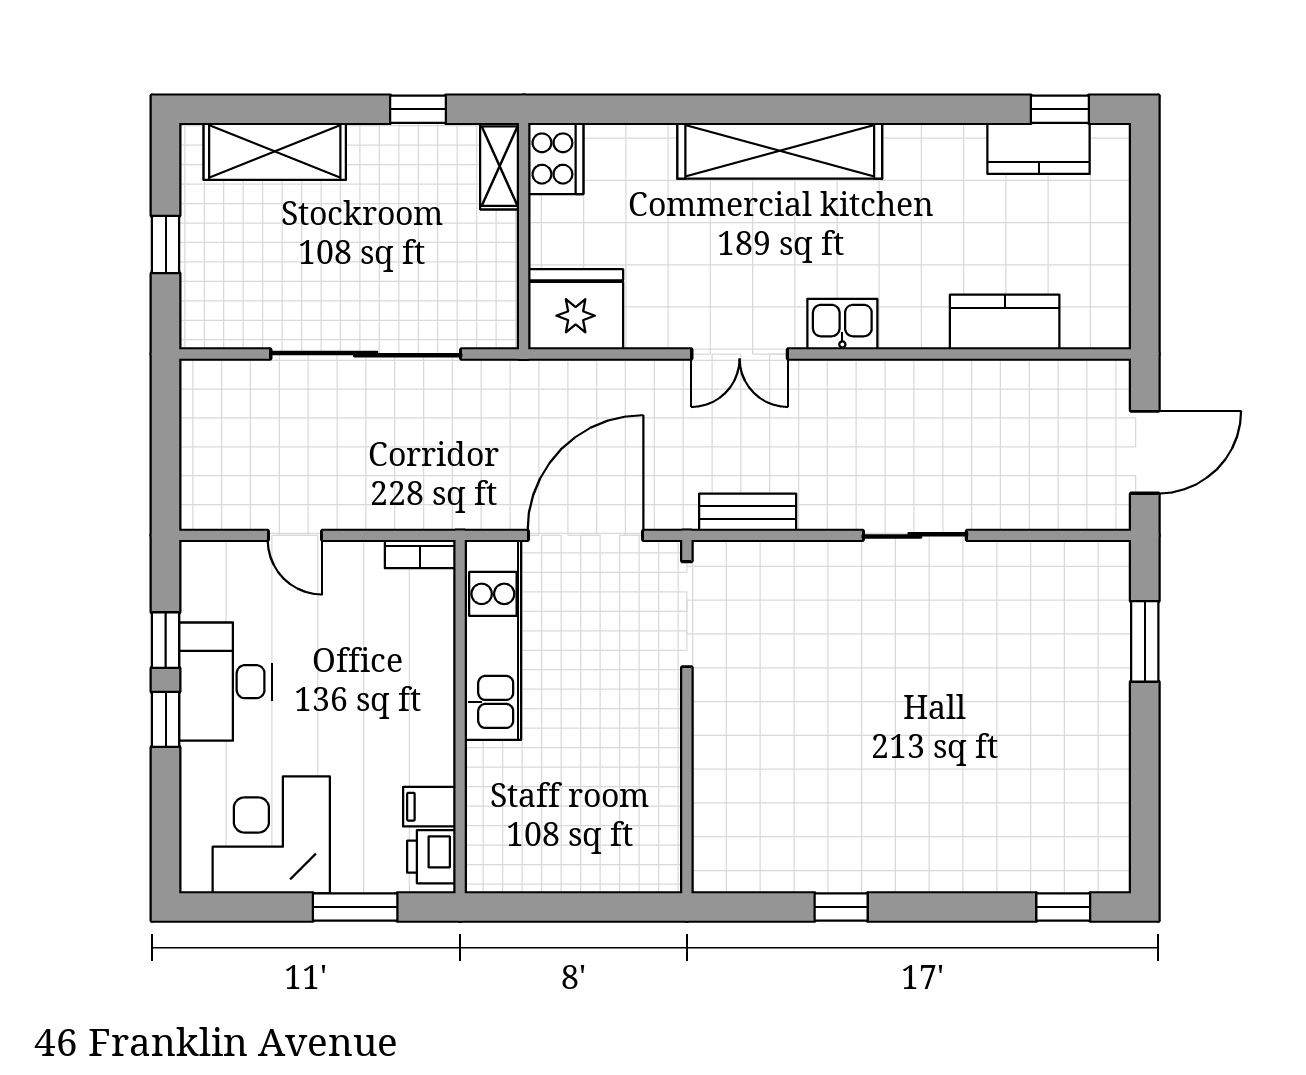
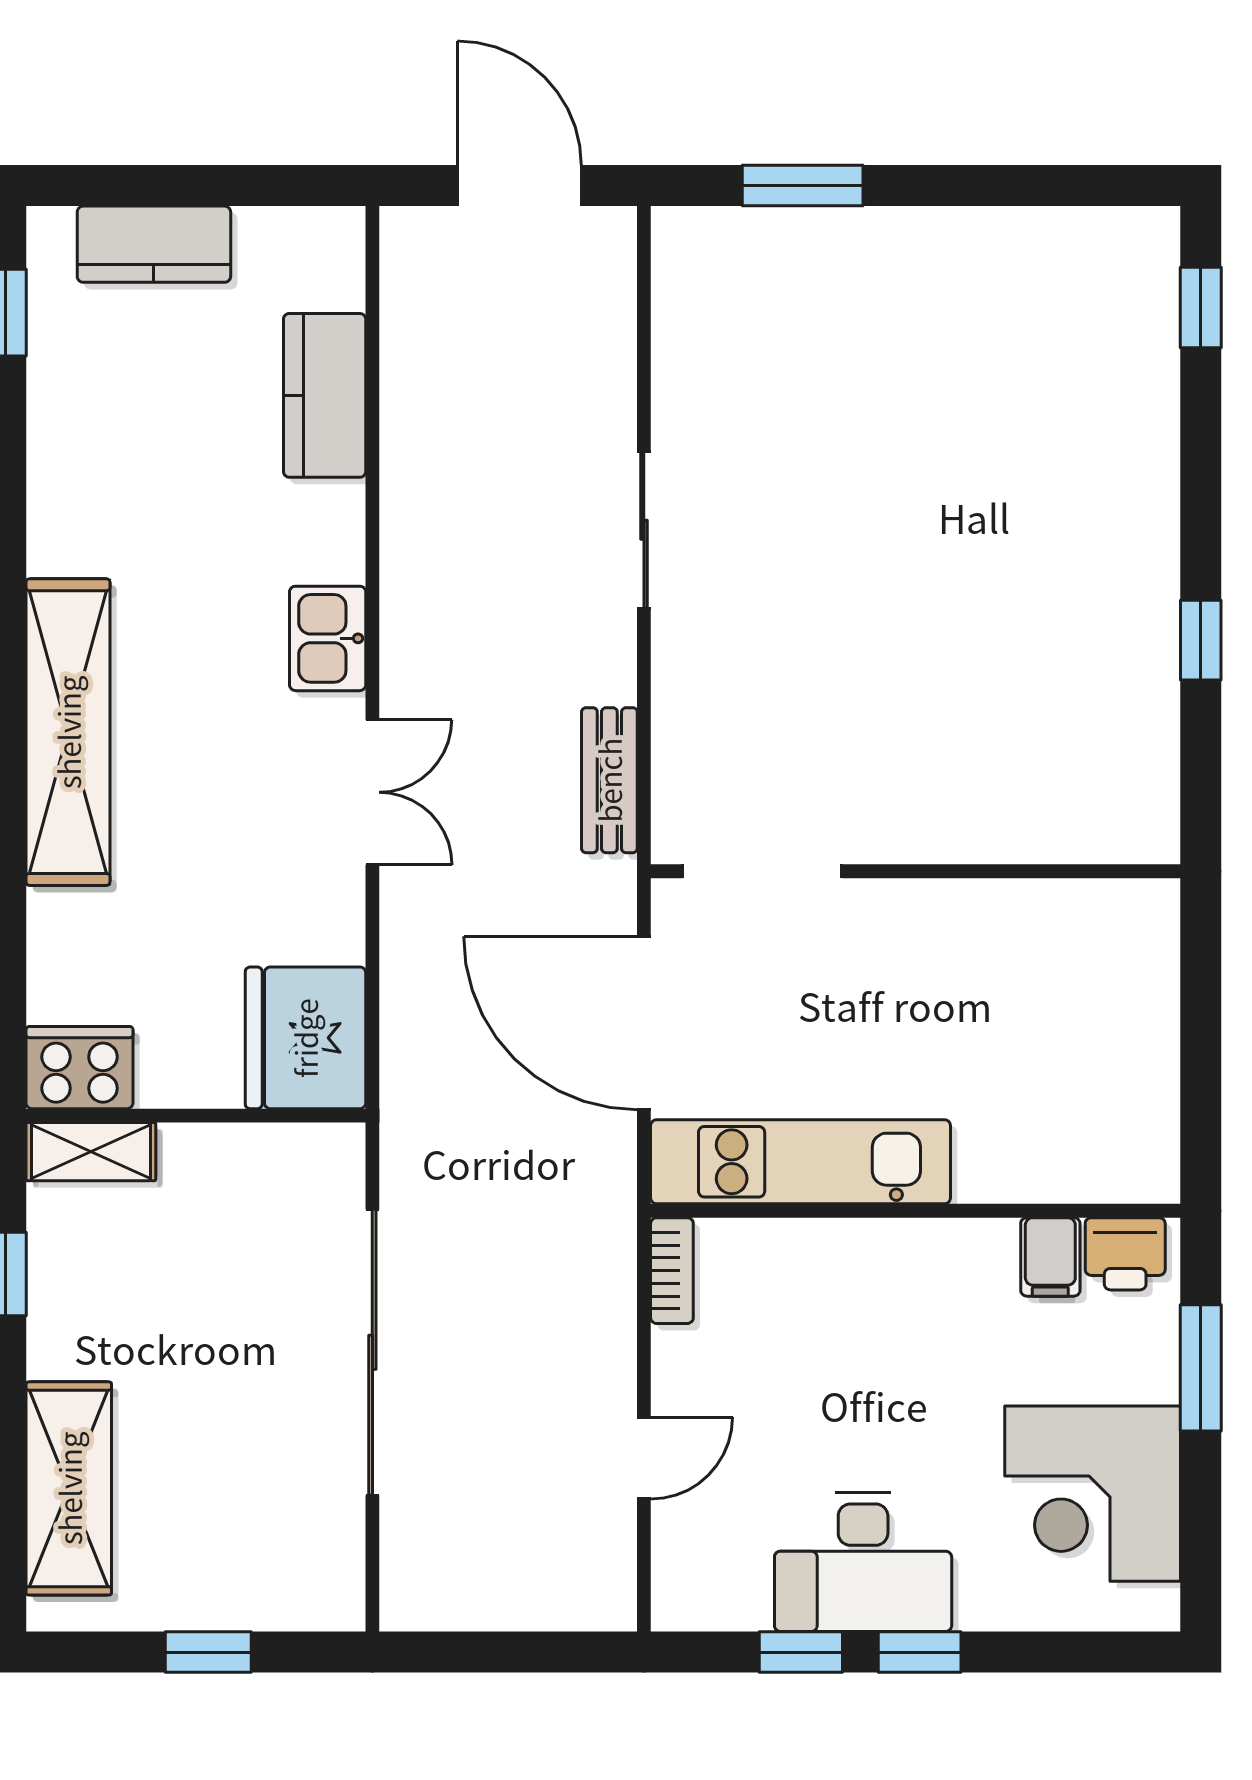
kitchen counter: (1039, 148) -> (154, 244), moved, turned 90

